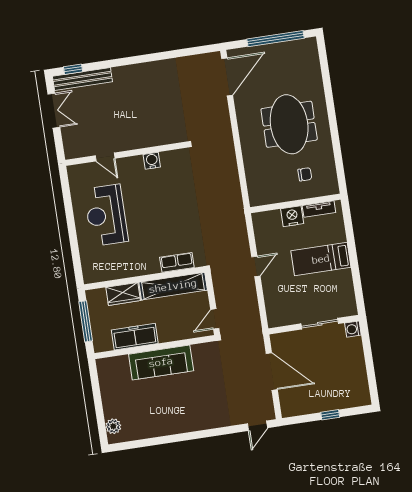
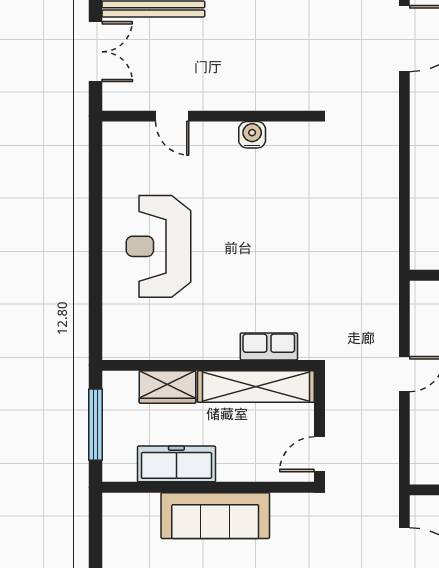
wall: (125, 154) -> (208, 116), moved
door: (105, 157) -> (172, 116), moved
water cooler: (152, 161) -> (252, 135), moved

